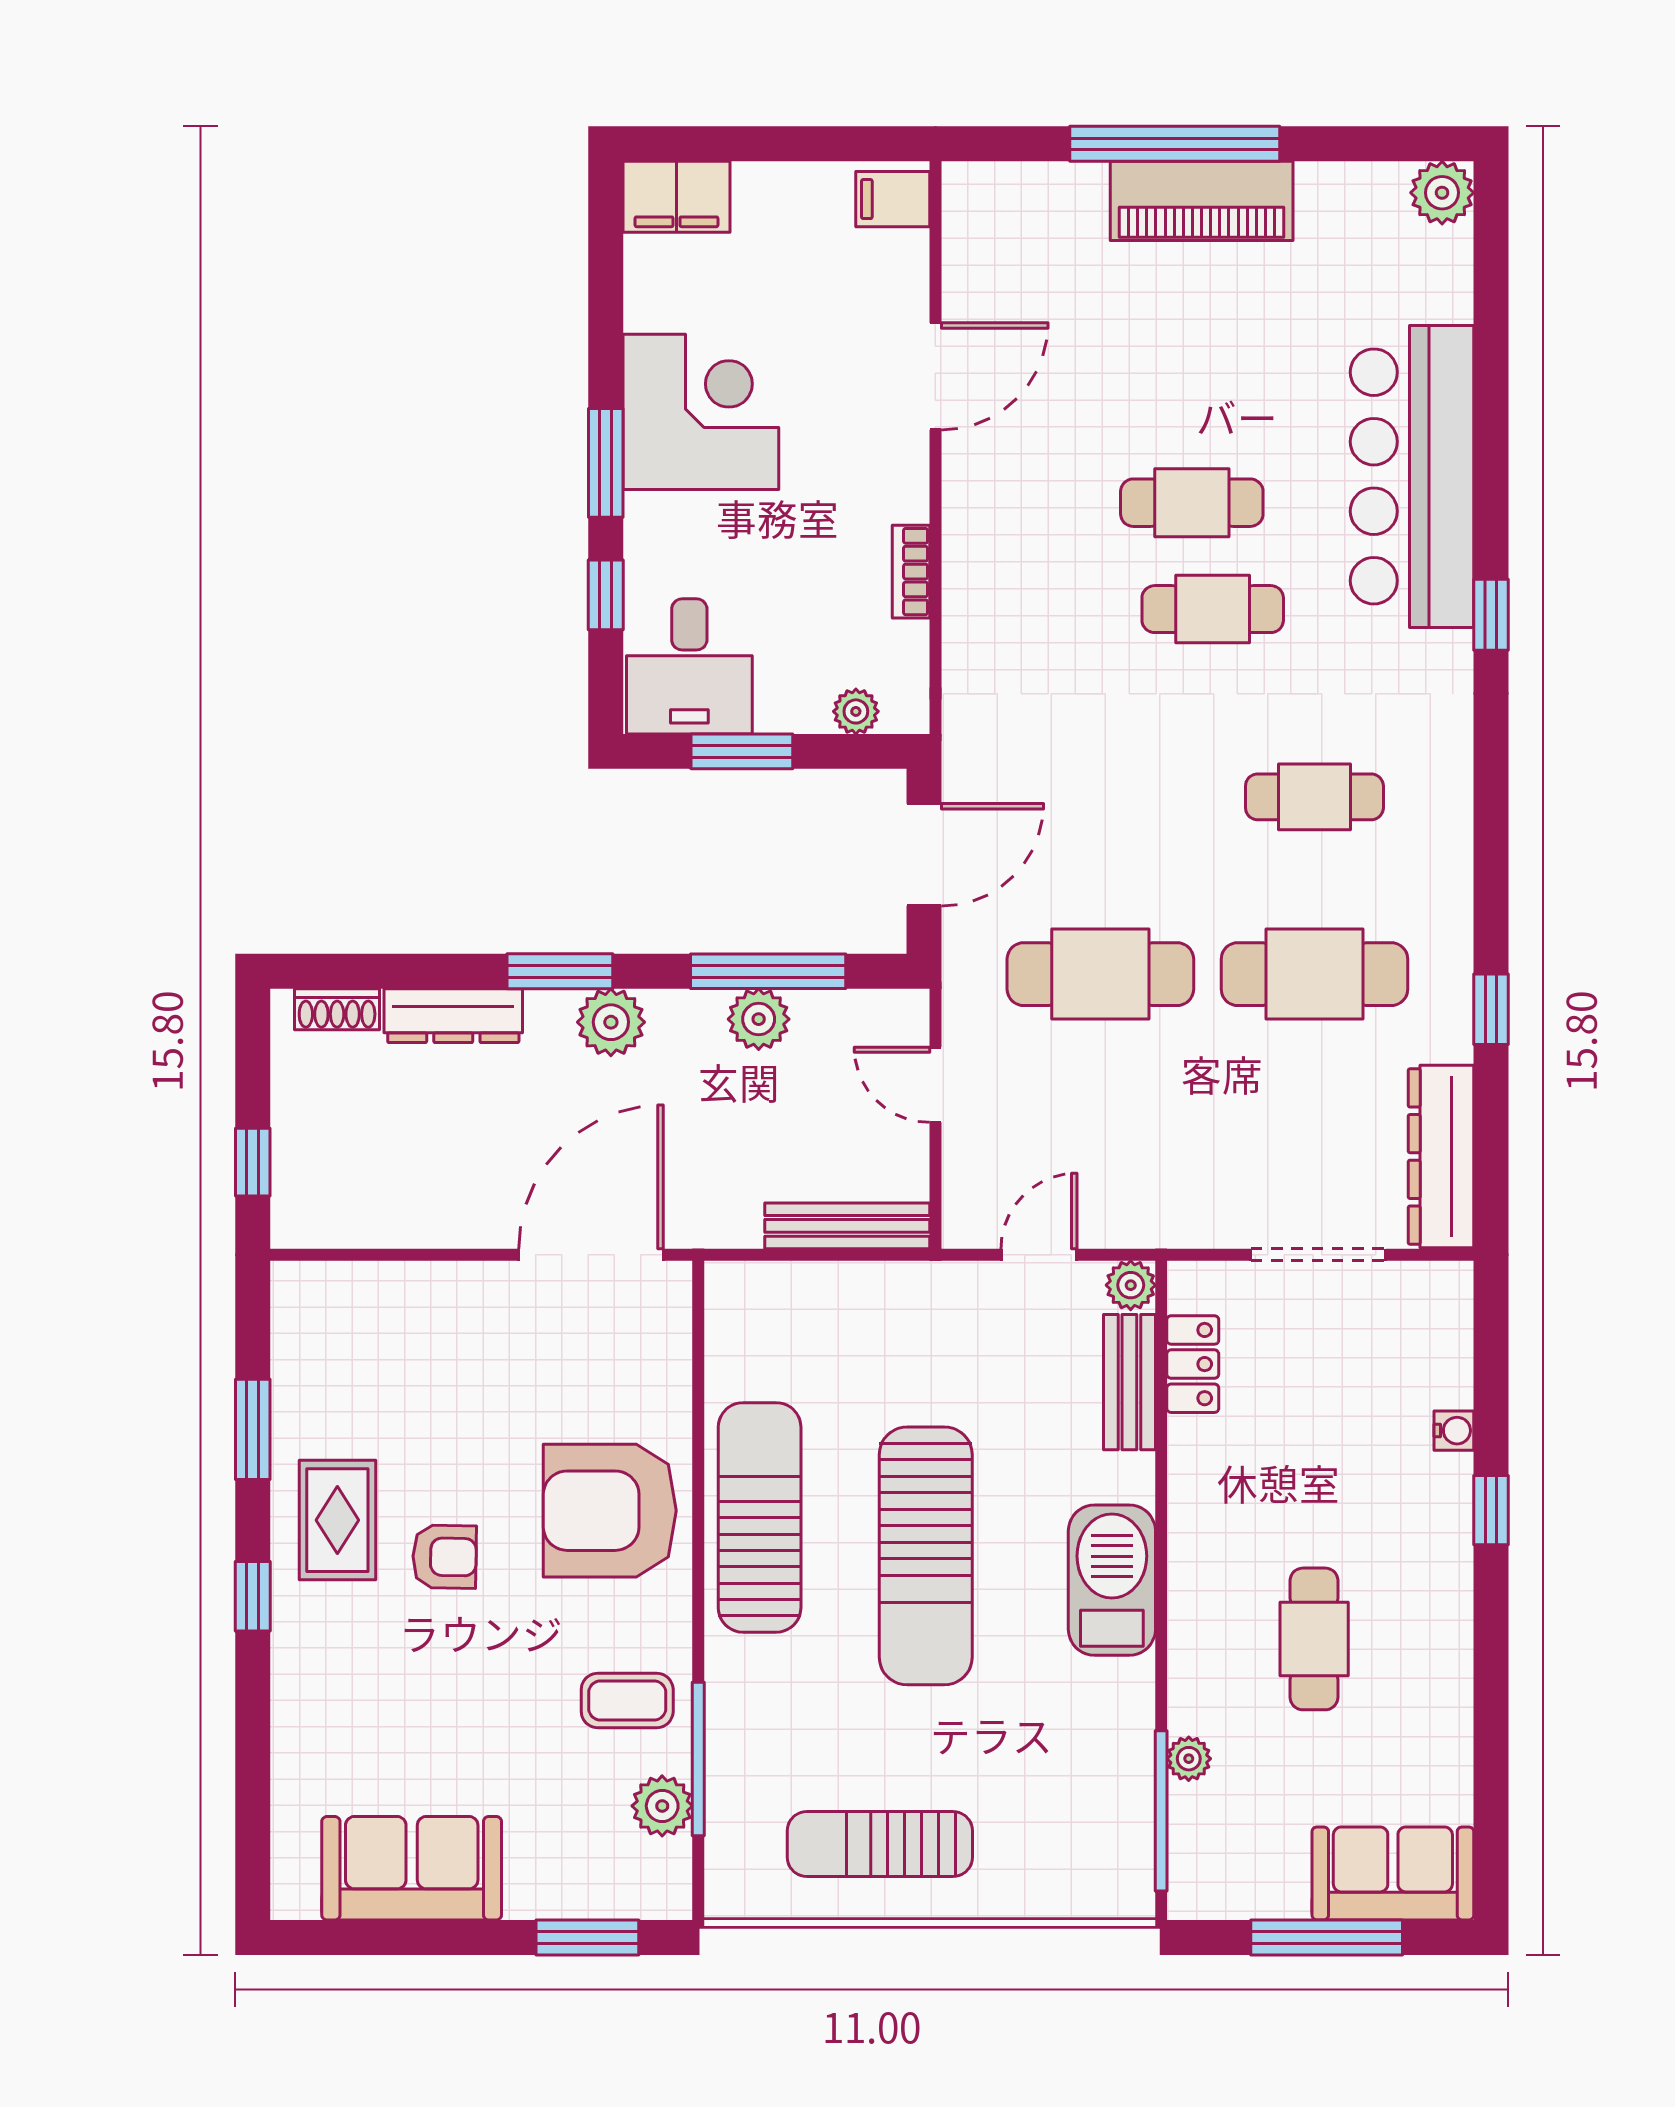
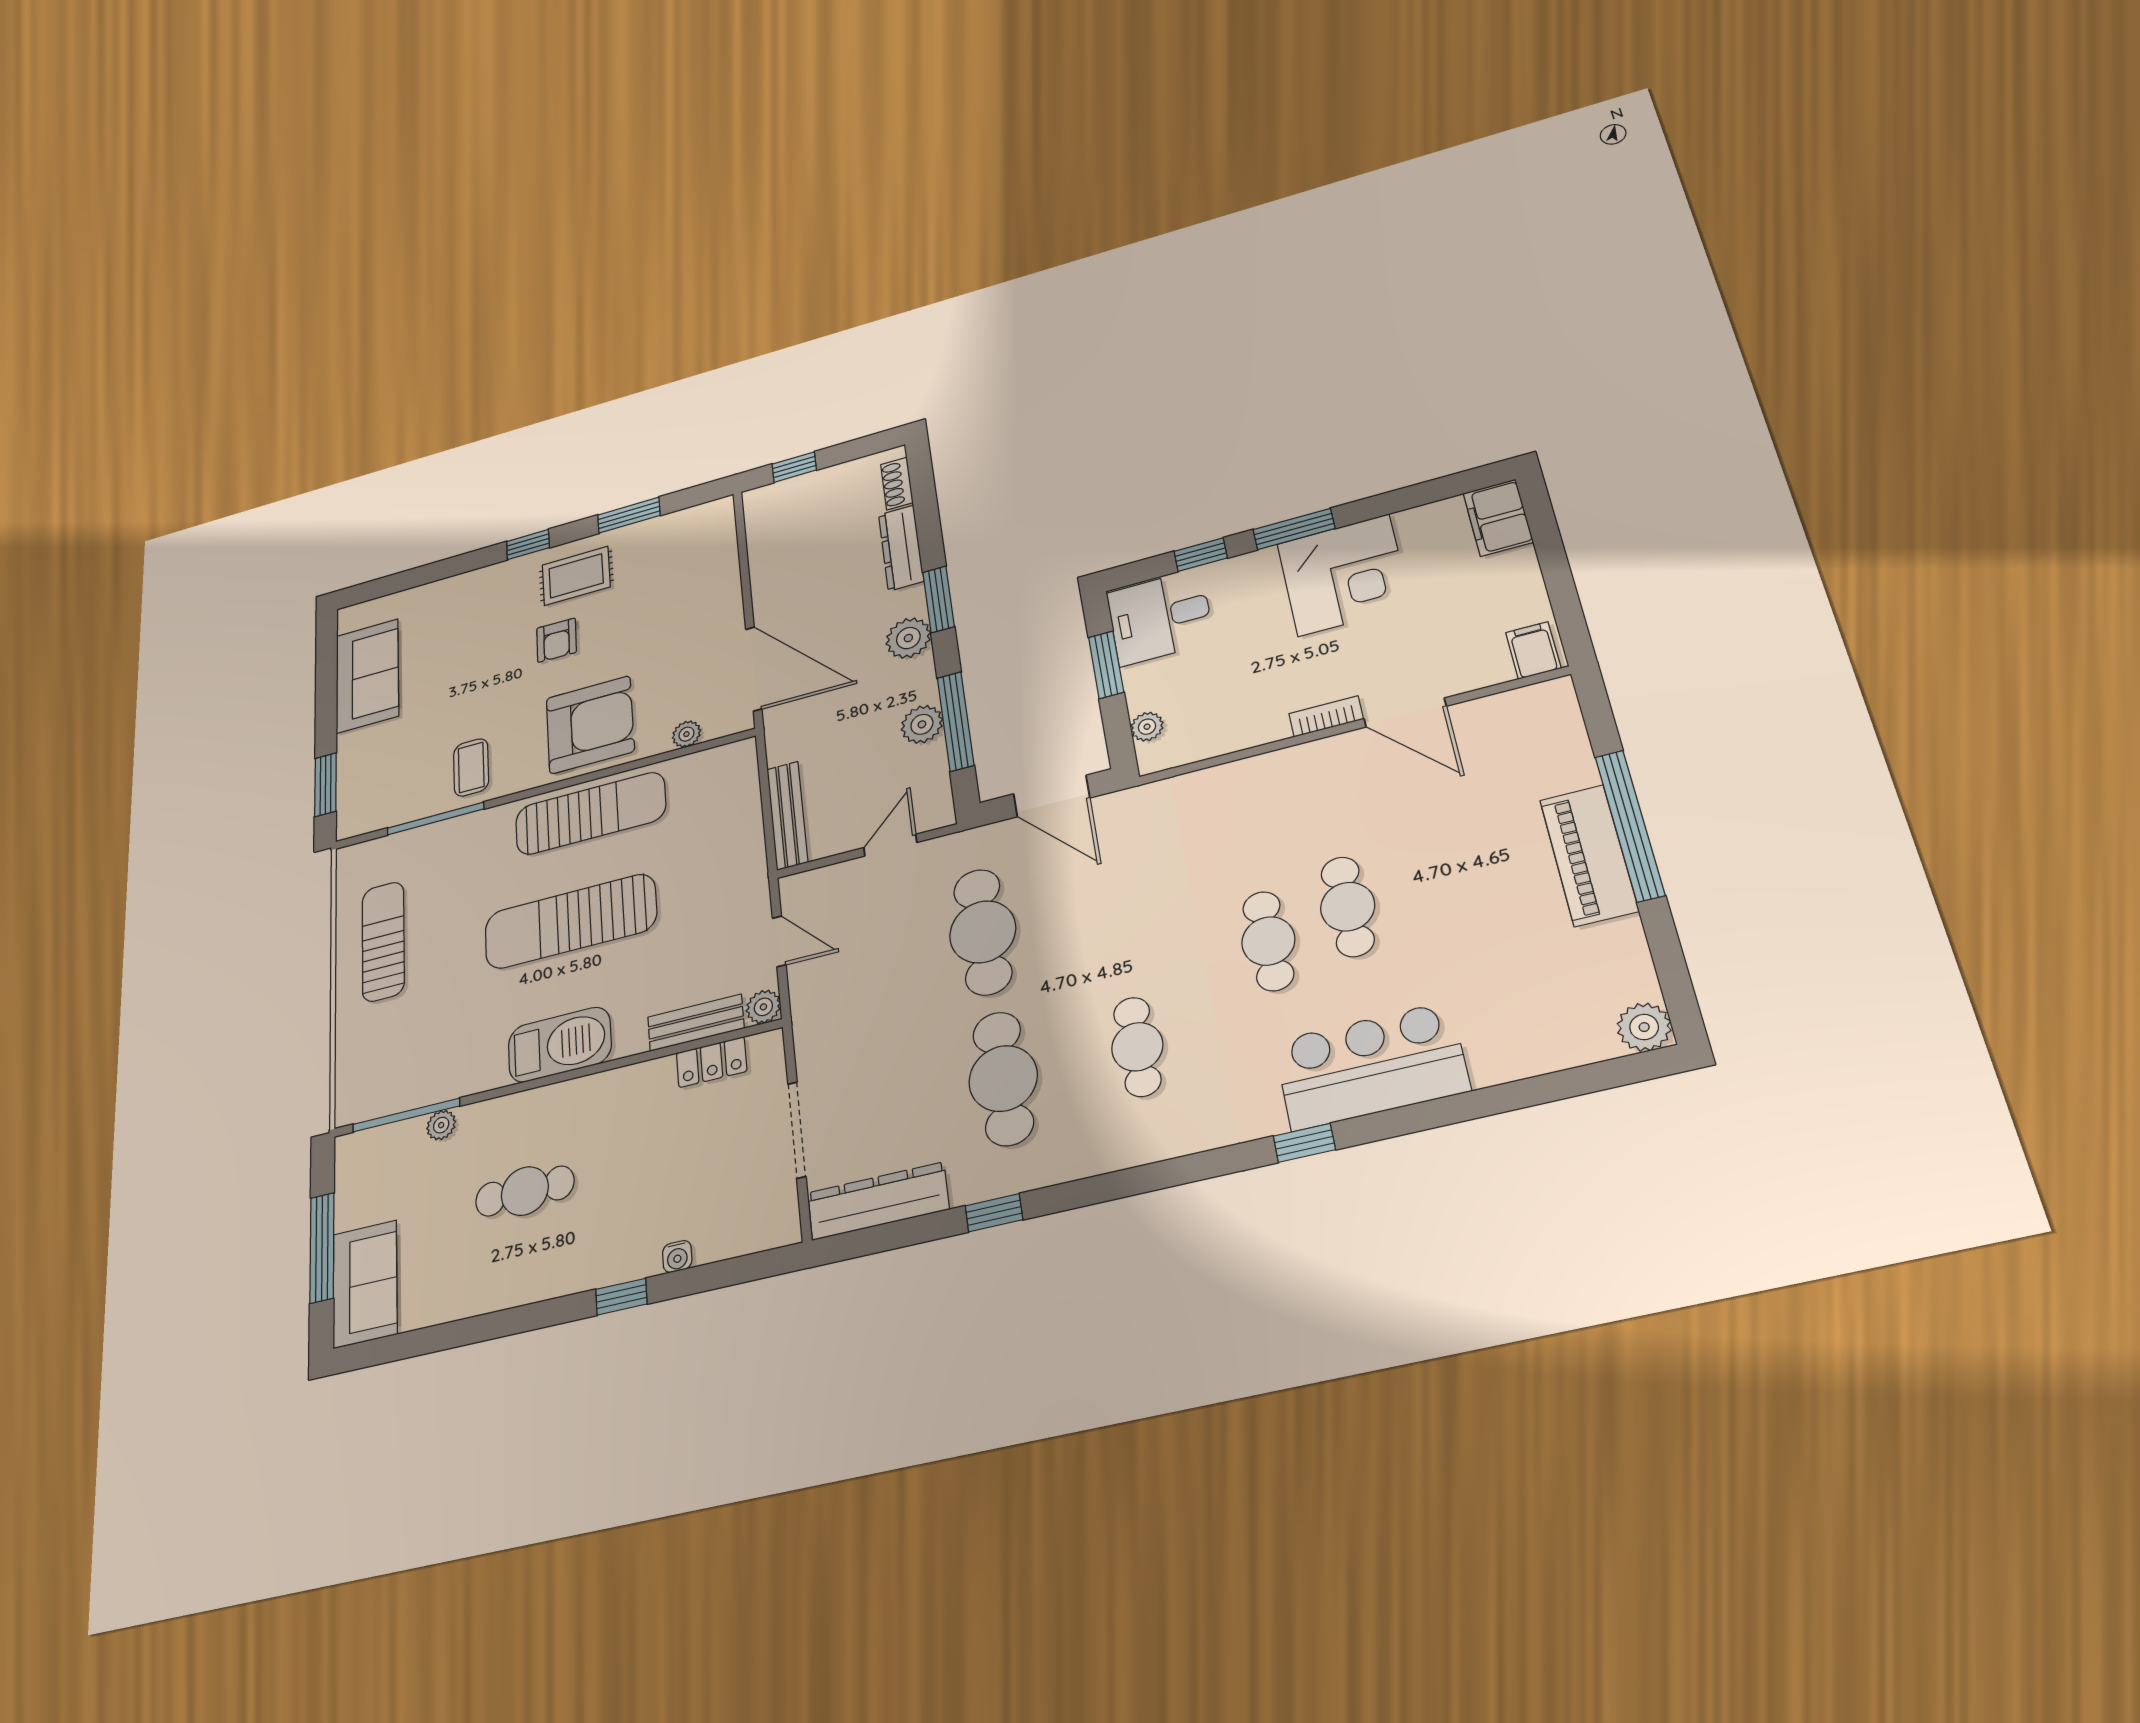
bar counter: (1412, 476) -> (1371, 1066), width x0.73
bookcase: (911, 572) -> (1326, 716), moved
armchair: (610, 1511) -> (590, 725), turned 90
plant: (662, 1806) -> (686, 734), moved, width x0.73, depth x0.73

